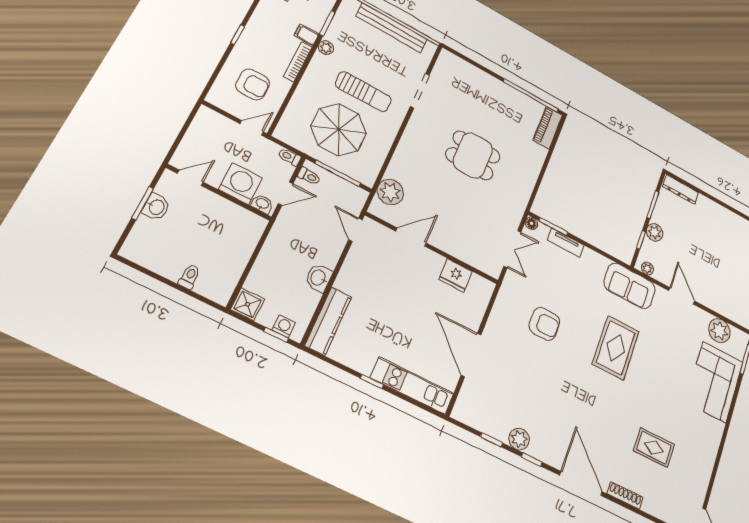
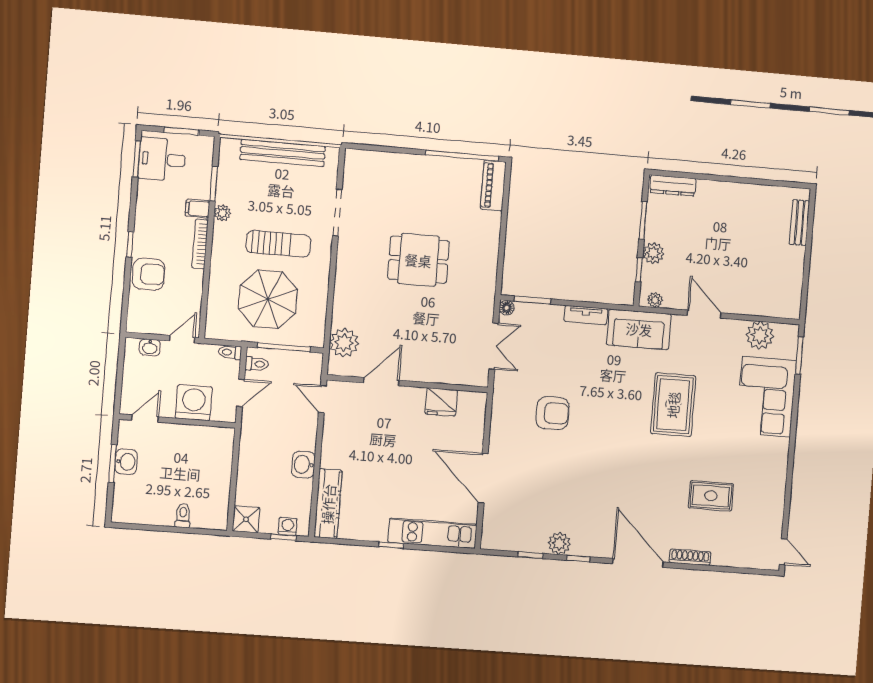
armchair: (253, 84) -> (148, 274), moved
washbasin: (262, 204) -> (150, 347), moved, turned 180
tv unit: (566, 243) -> (586, 315), moved
rug: (616, 348) -> (673, 405), moved

